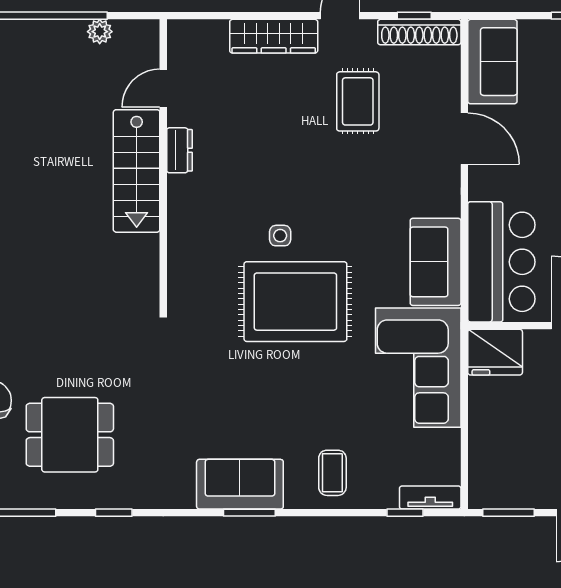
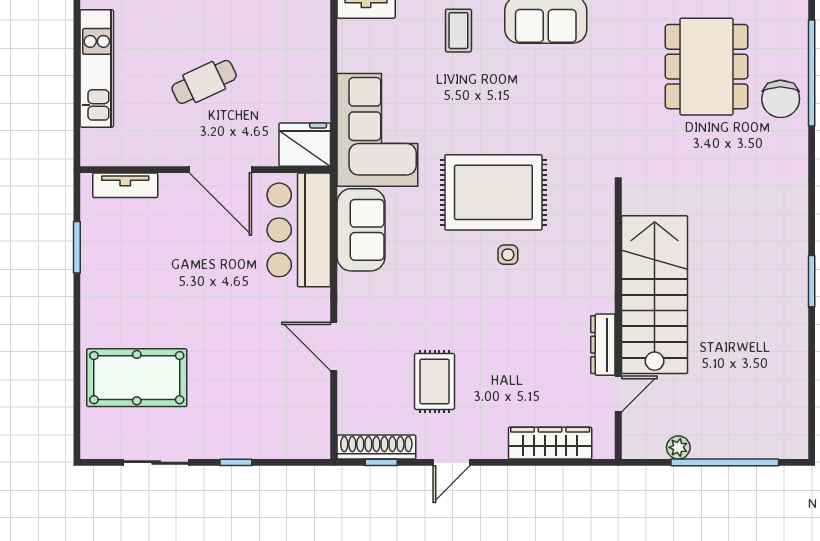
wardrobe: (274, 36) -> (550, 443), moved
sofa: (492, 62) -> (307, 419), removed
dresser: (179, 150) -> (603, 345), width x1.44
stairs: (137, 171) -> (655, 295), width x1.36, depth x1.51
dining table: (70, 435) -> (707, 67), width x1.38

